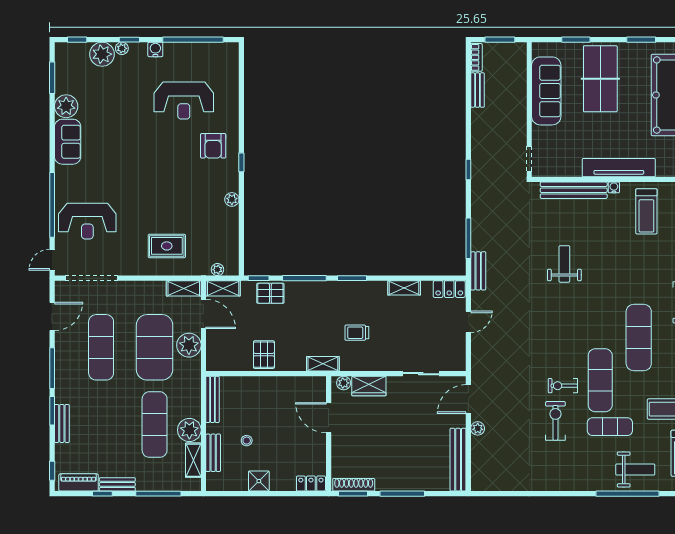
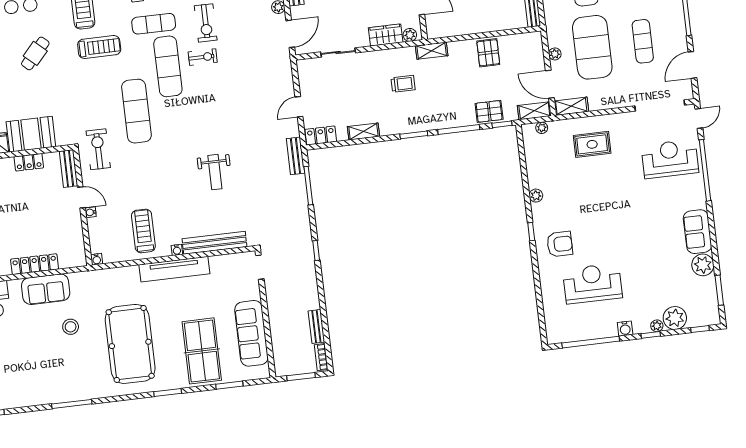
armchair: (213, 146) -> (560, 244), turned 90
plant: (189, 345) -> (555, 54), width x0.53, depth x0.53
exercise mat: (101, 347) -> (643, 41), width x0.73, depth x0.69

